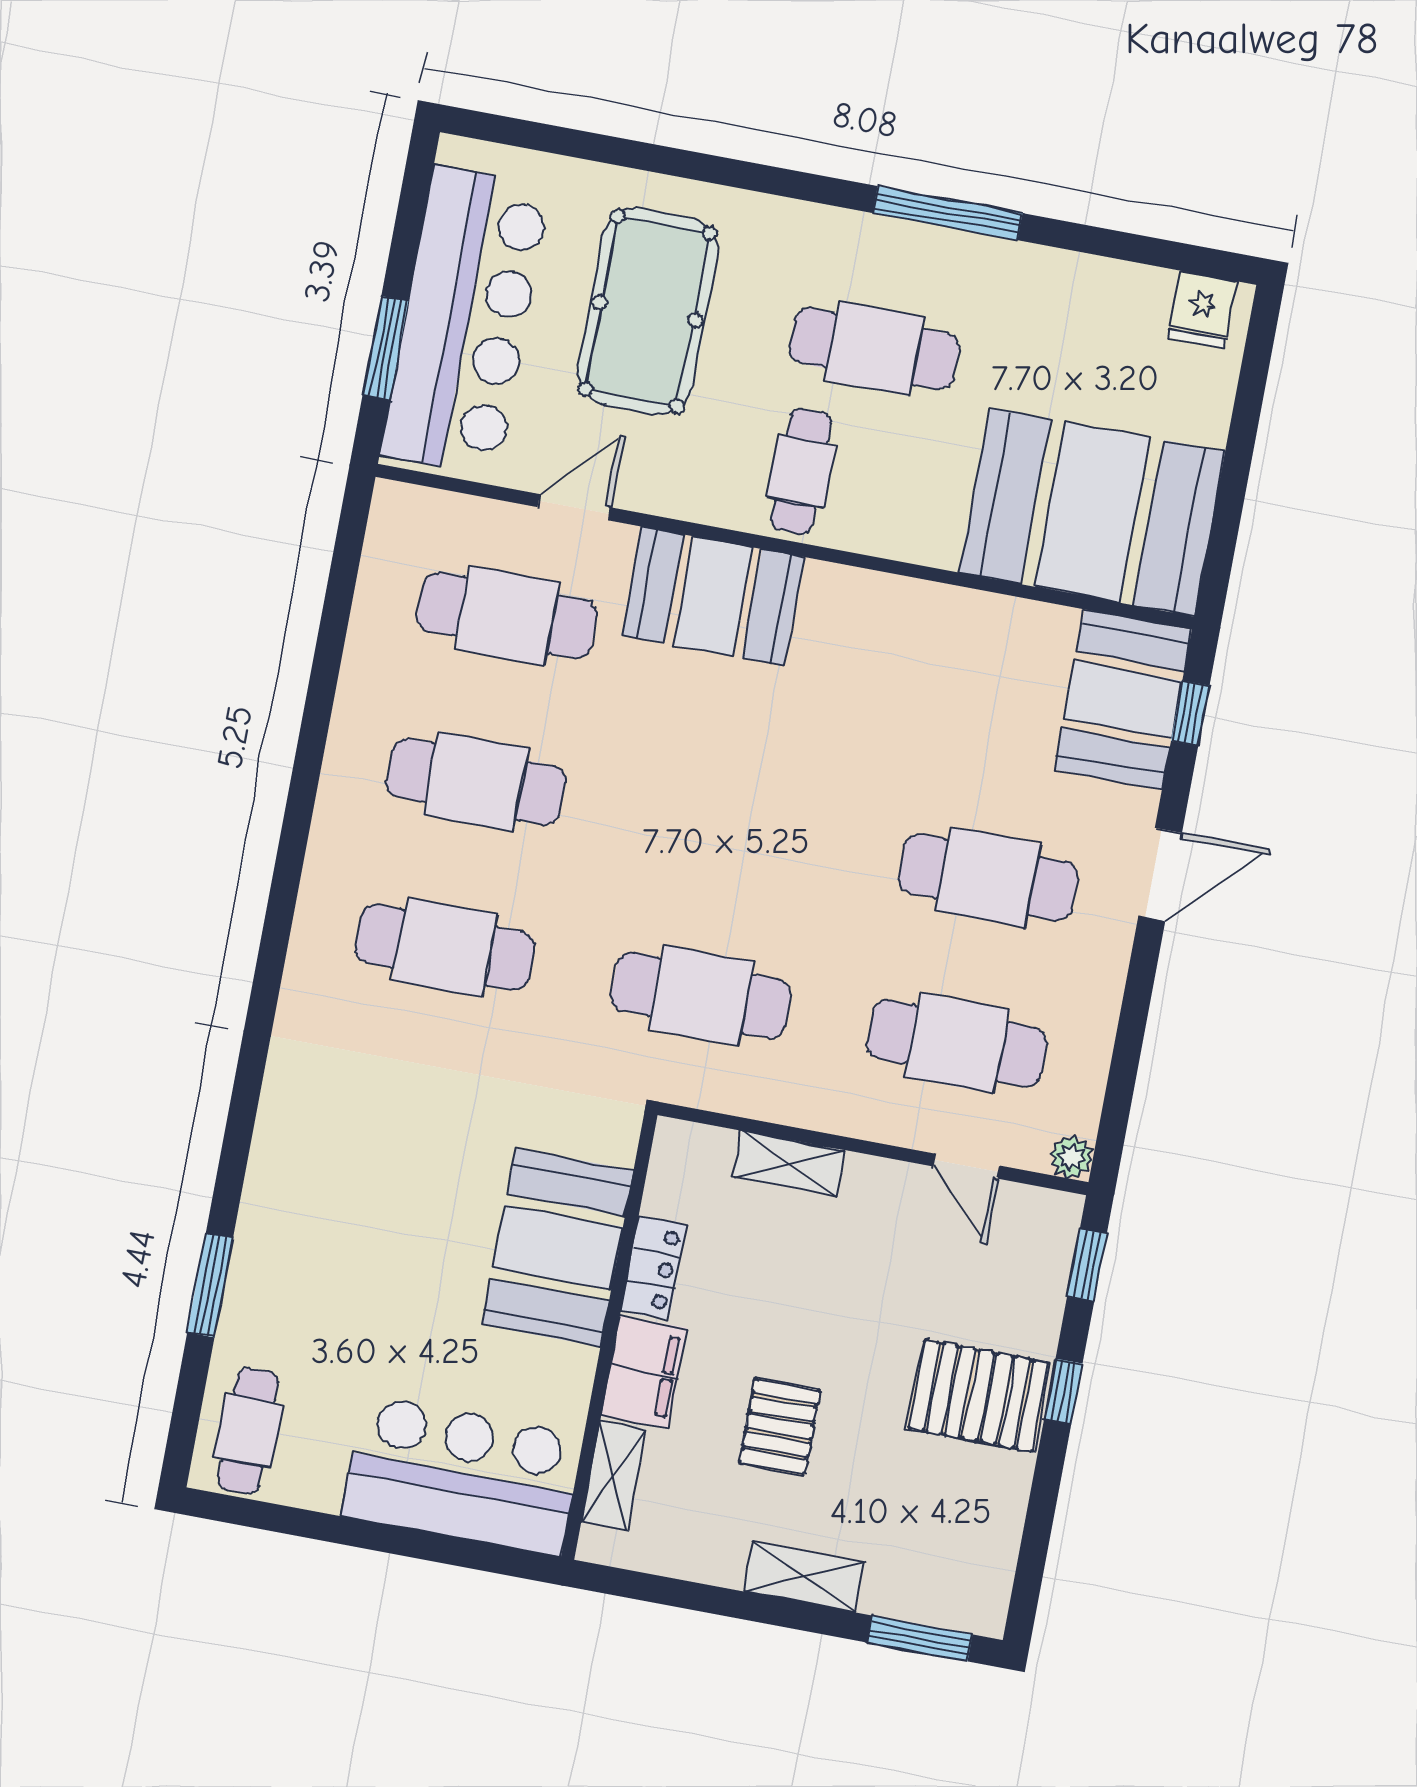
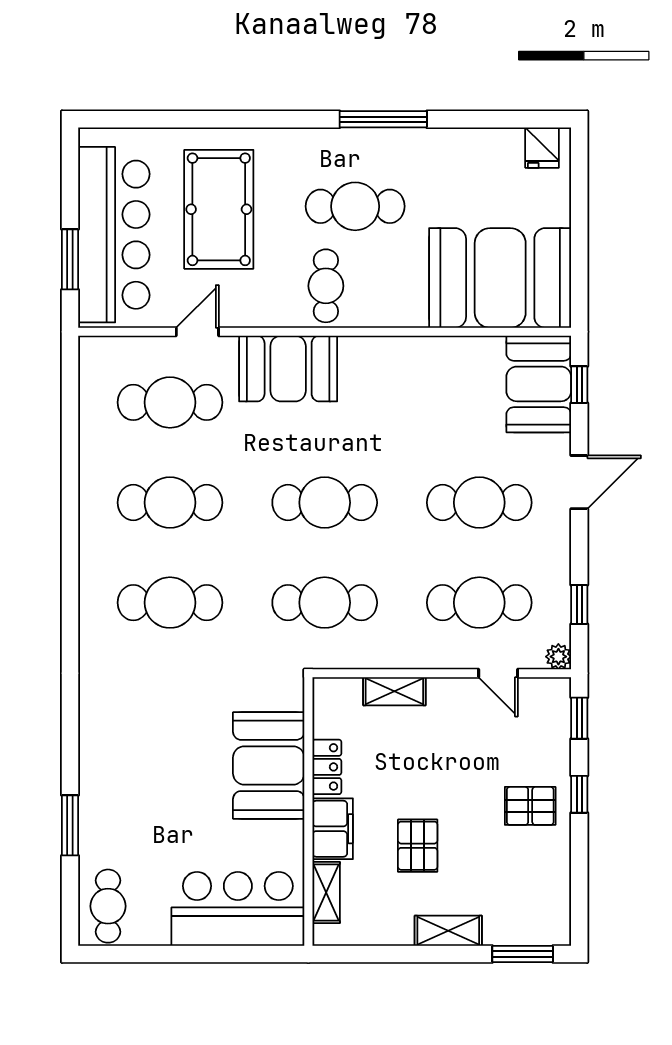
cafe table: (732, 830) -> (325, 503), added
window: (1122, 1077) -> (579, 605), added
pallet: (978, 1396) -> (530, 806), width x0.67, depth x0.71

